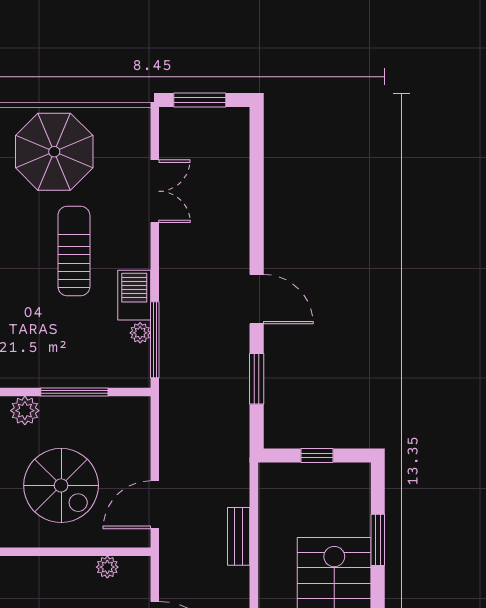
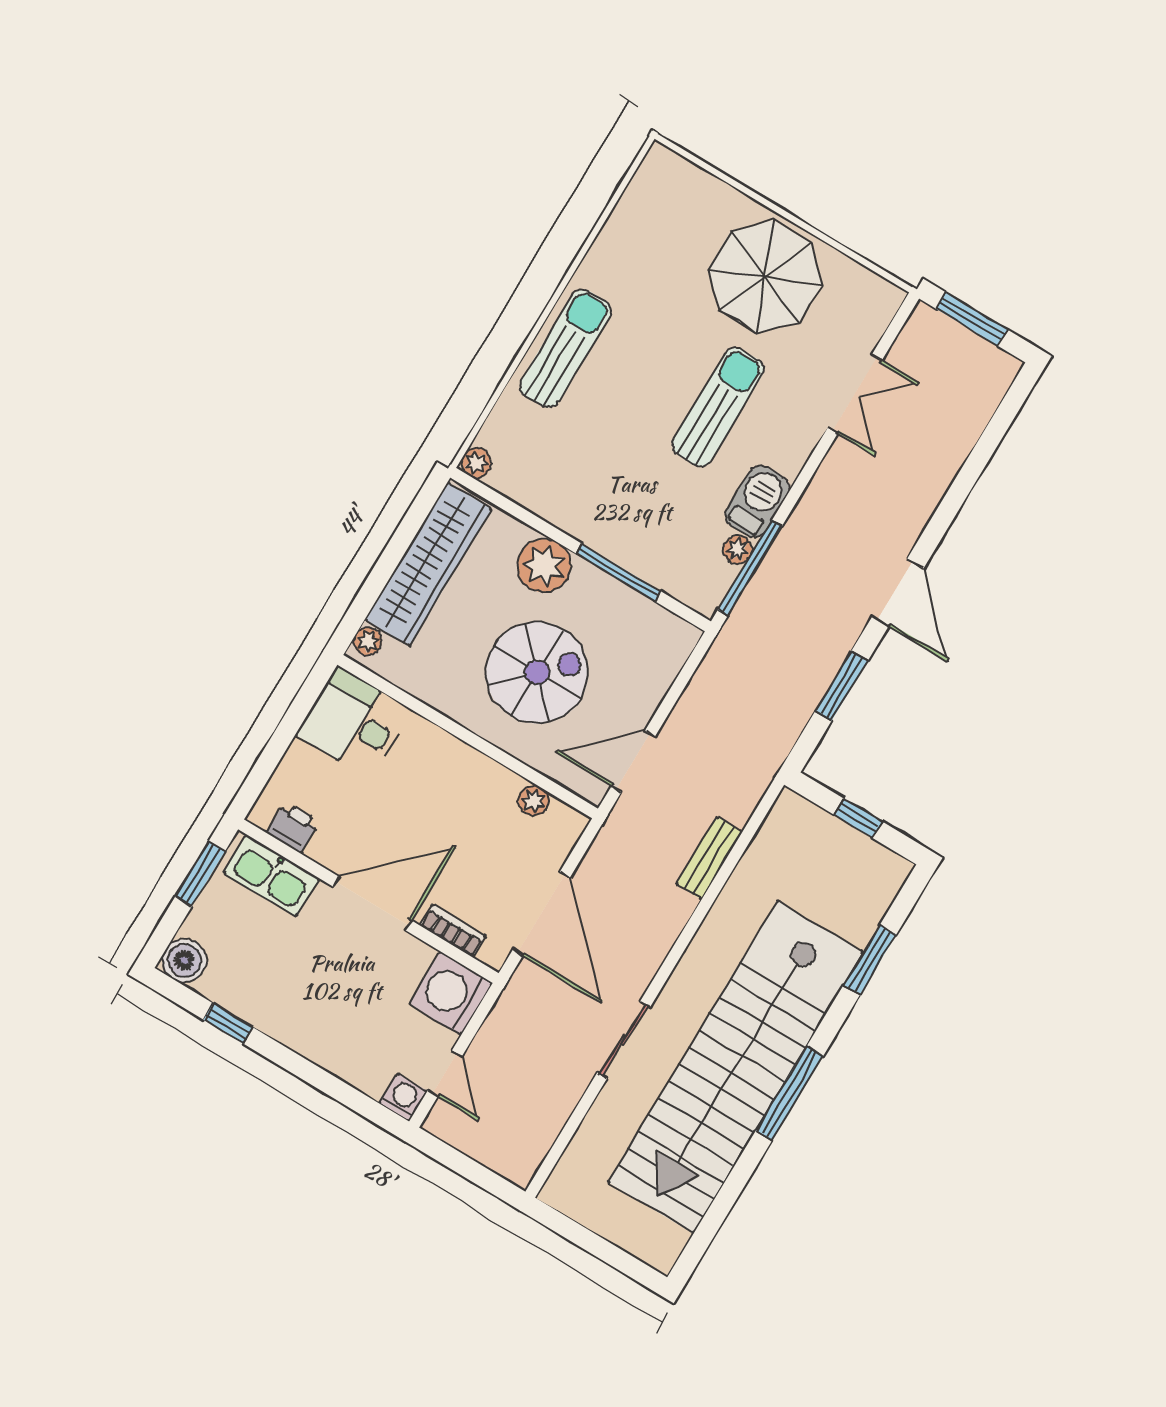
plant: (25, 411) -> (544, 565), width x1.36, depth x1.36
spiral stairs: (61, 485) -> (537, 673), turned -90

